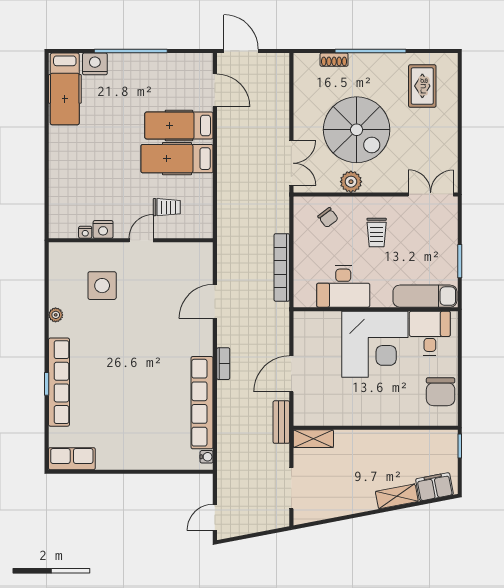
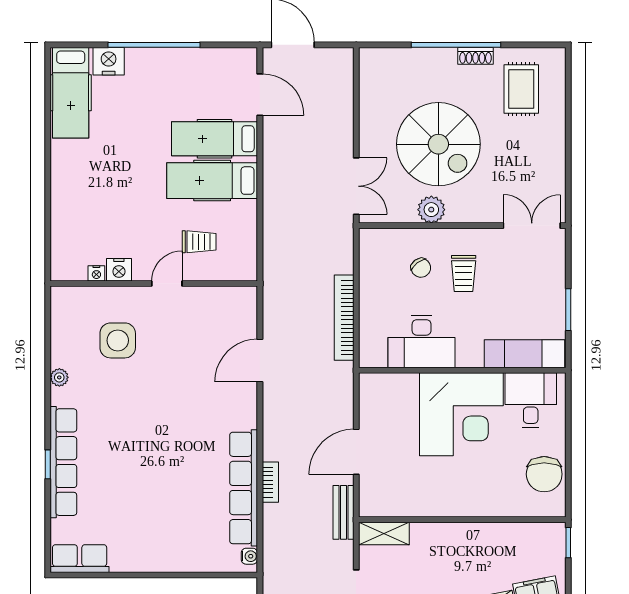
shoe rack: (334, 60) -> (475, 56), moved
chair: (328, 218) -> (421, 268), moved
bookcase: (223, 364) -> (270, 482), moved

